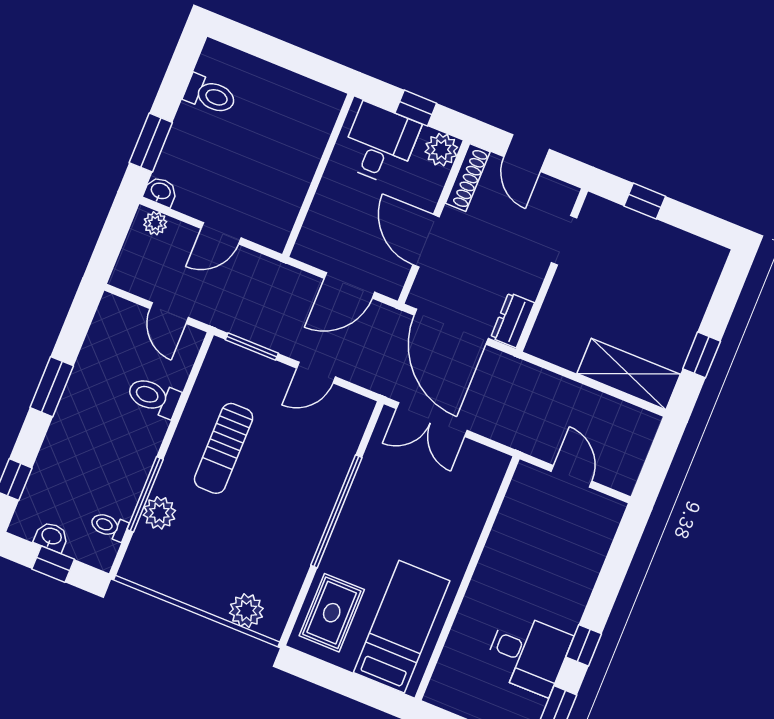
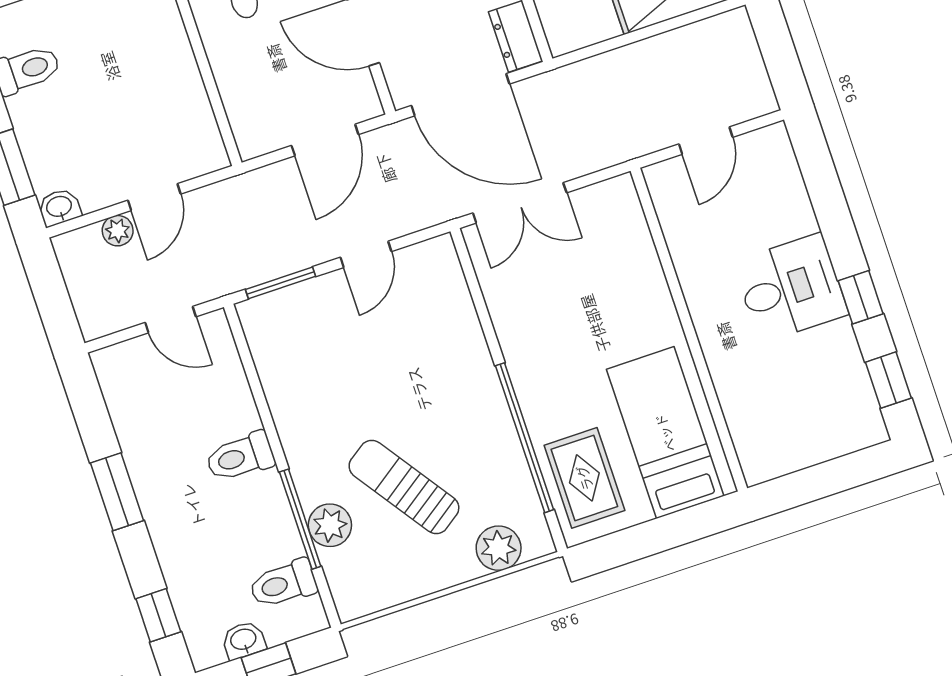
plant: (155, 223) -> (118, 231), moved
toilet: (154, 397) -> (240, 457), moved
sun lounger: (224, 448) -> (404, 487), moved, turned 145
door: (572, 476) -> (706, 141), swing flipped
window: (336, 511) -> (525, 438), moved
toilet: (109, 526) -> (283, 584), width x1.37, depth x1.39
desk: (528, 653) -> (791, 288), moved

